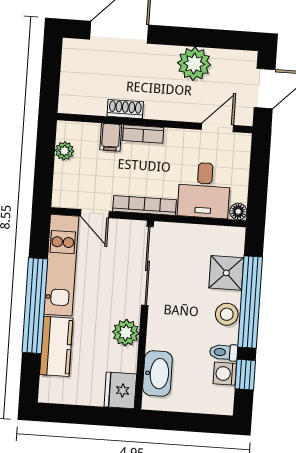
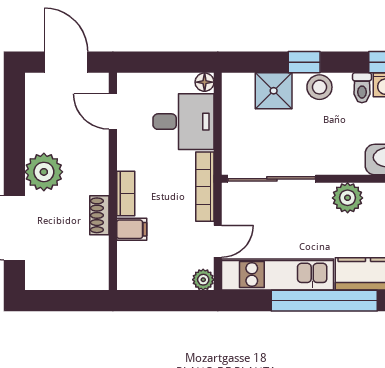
plant: (194, 64) -> (44, 172), moved
plant: (64, 151) -> (203, 280), moved
window: (250, 302) -> (304, 62), width x0.32

